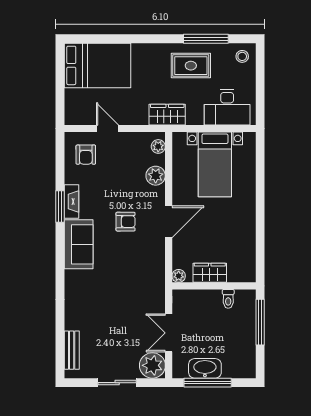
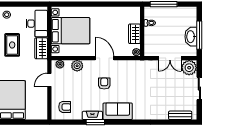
wardrobe: (167, 115) -> (41, 48), moved
door: (107, 129) -> (49, 80), moved
bed with nightstands: (215, 164) -> (71, 31), width x1.36

